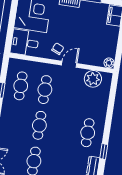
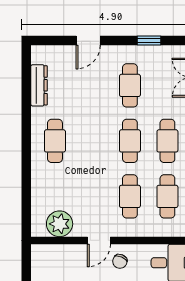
plant: (109, 63) -> (39, 252), removed
cafe table: (15, 122) -> (167, 141), added
window: (104, 152) -> (26, 116), removed

